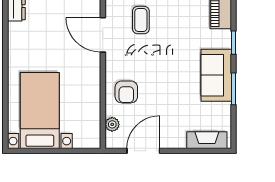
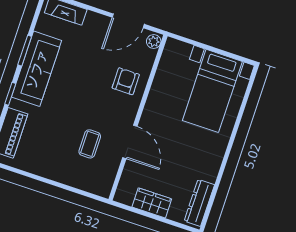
sofa: (216, 75) -> (37, 69), width x1.36
plant: (112, 124) -> (154, 41), moved

